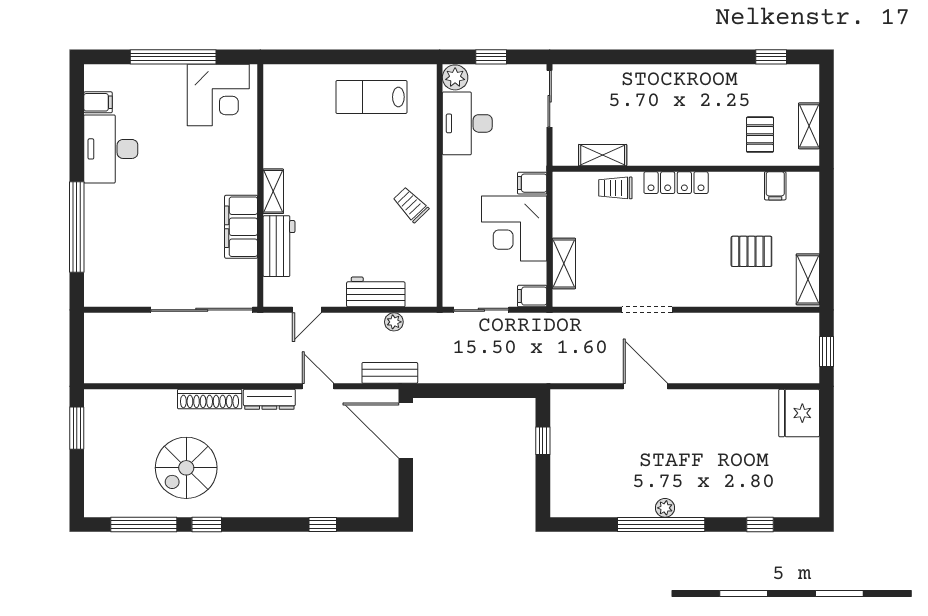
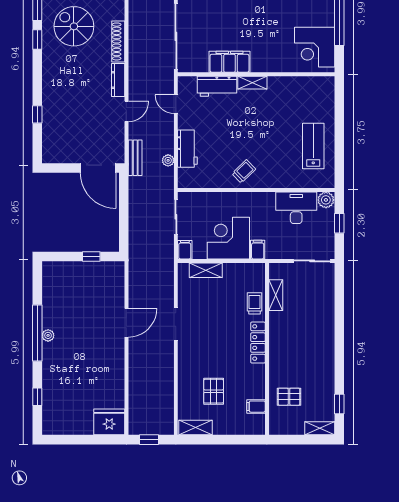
shelving: (809, 126) -> (320, 428), moved
door: (406, 431) -> (98, 168), swing flipped

